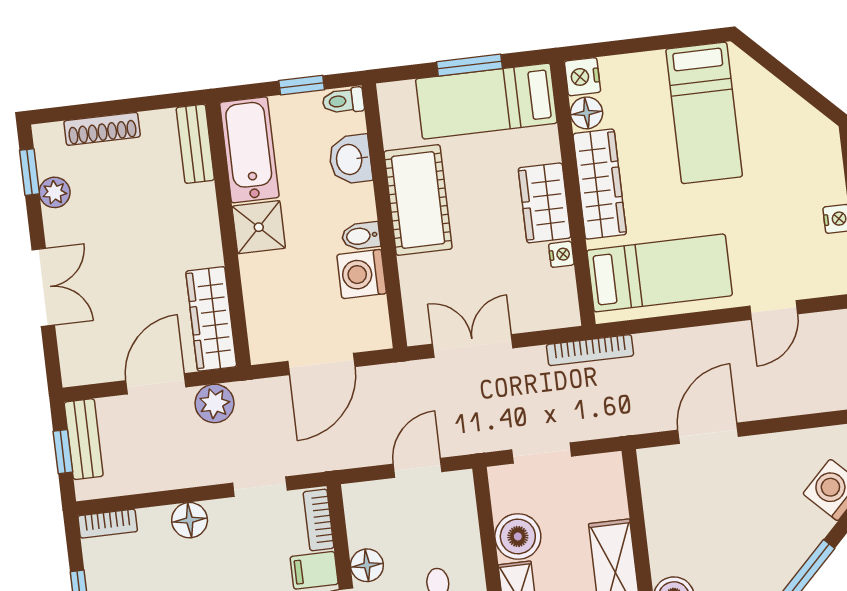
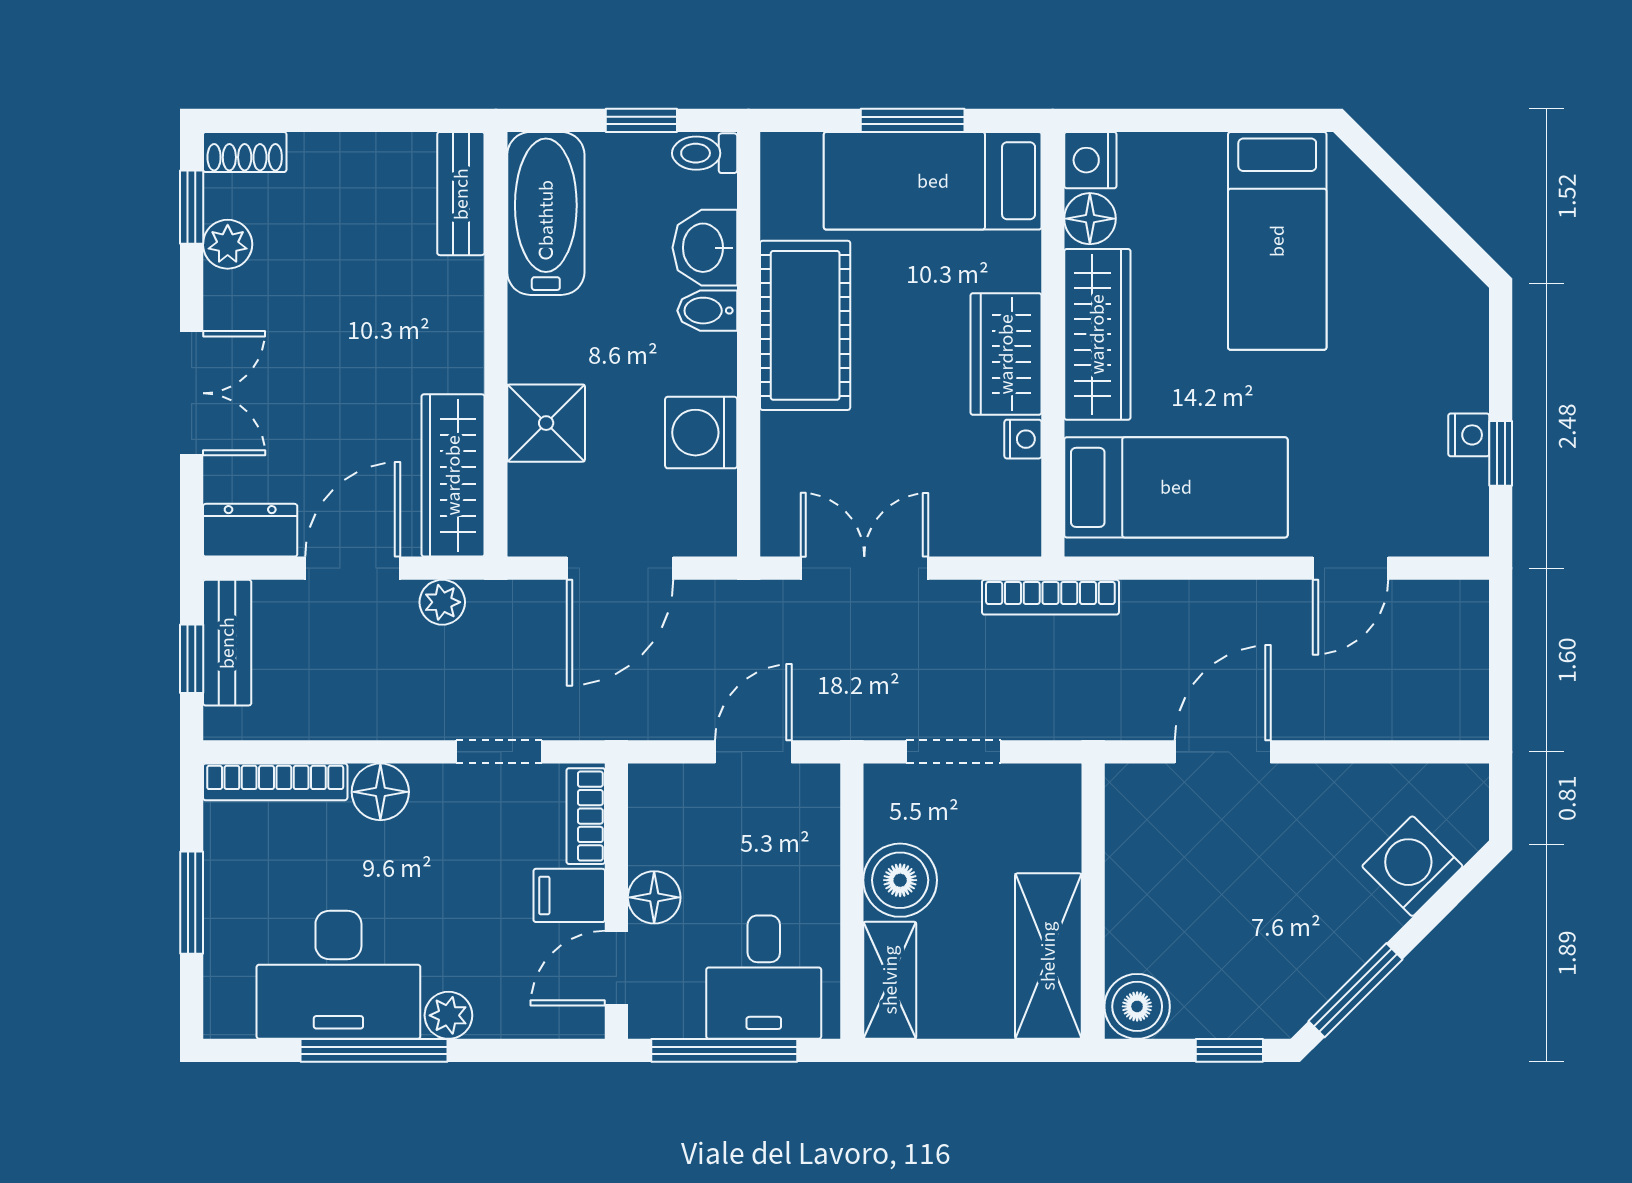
shoe rack: (102, 129) -> (245, 152), moved, width x0.70
shower: (259, 227) -> (546, 423), moved
bidet: (361, 236) -> (707, 311), moved
dresser: (90, 368) -> (250, 530), added
plant: (215, 403) -> (442, 602), width x0.73, depth x0.73
bookcase: (108, 524) -> (275, 782), width x1.56

